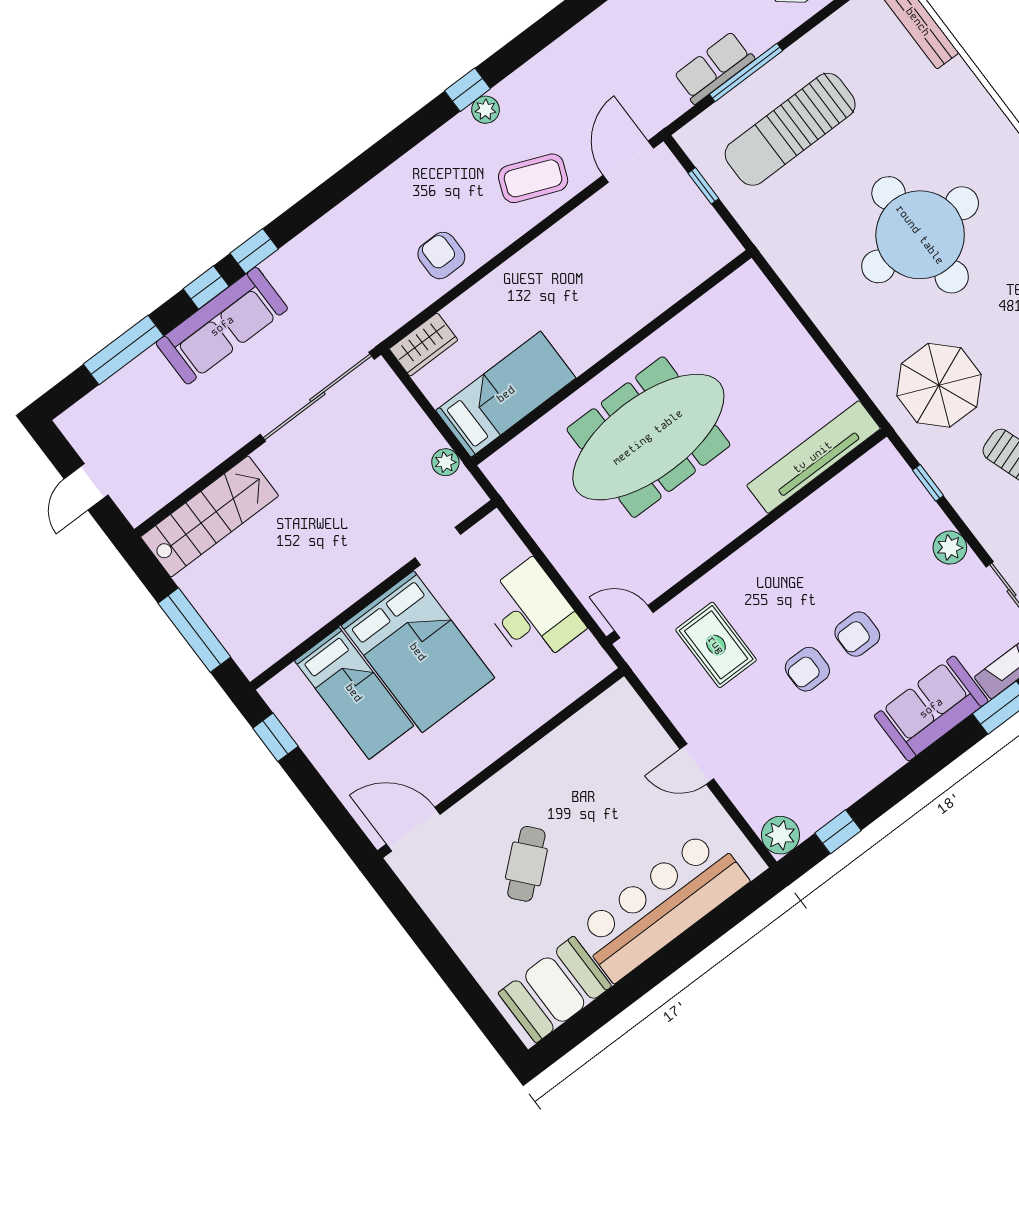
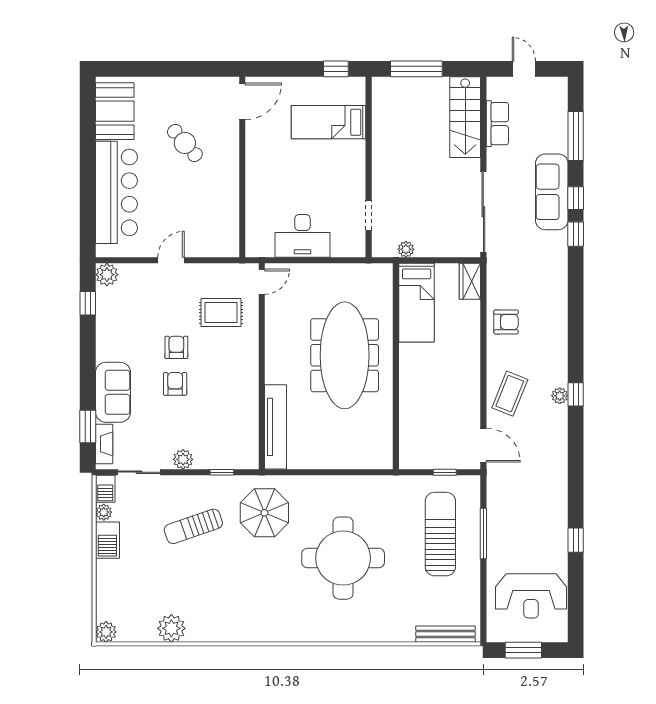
row of seats: (714, 68) -> (497, 124), moved
bed: (418, 652) -> (325, 168), removed

